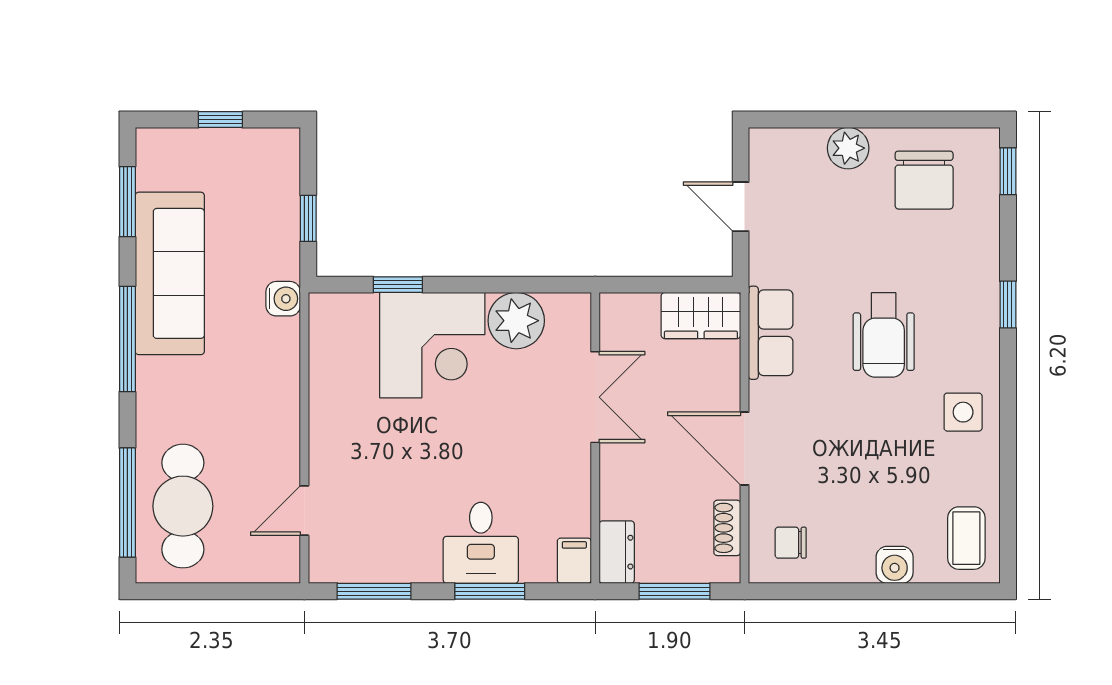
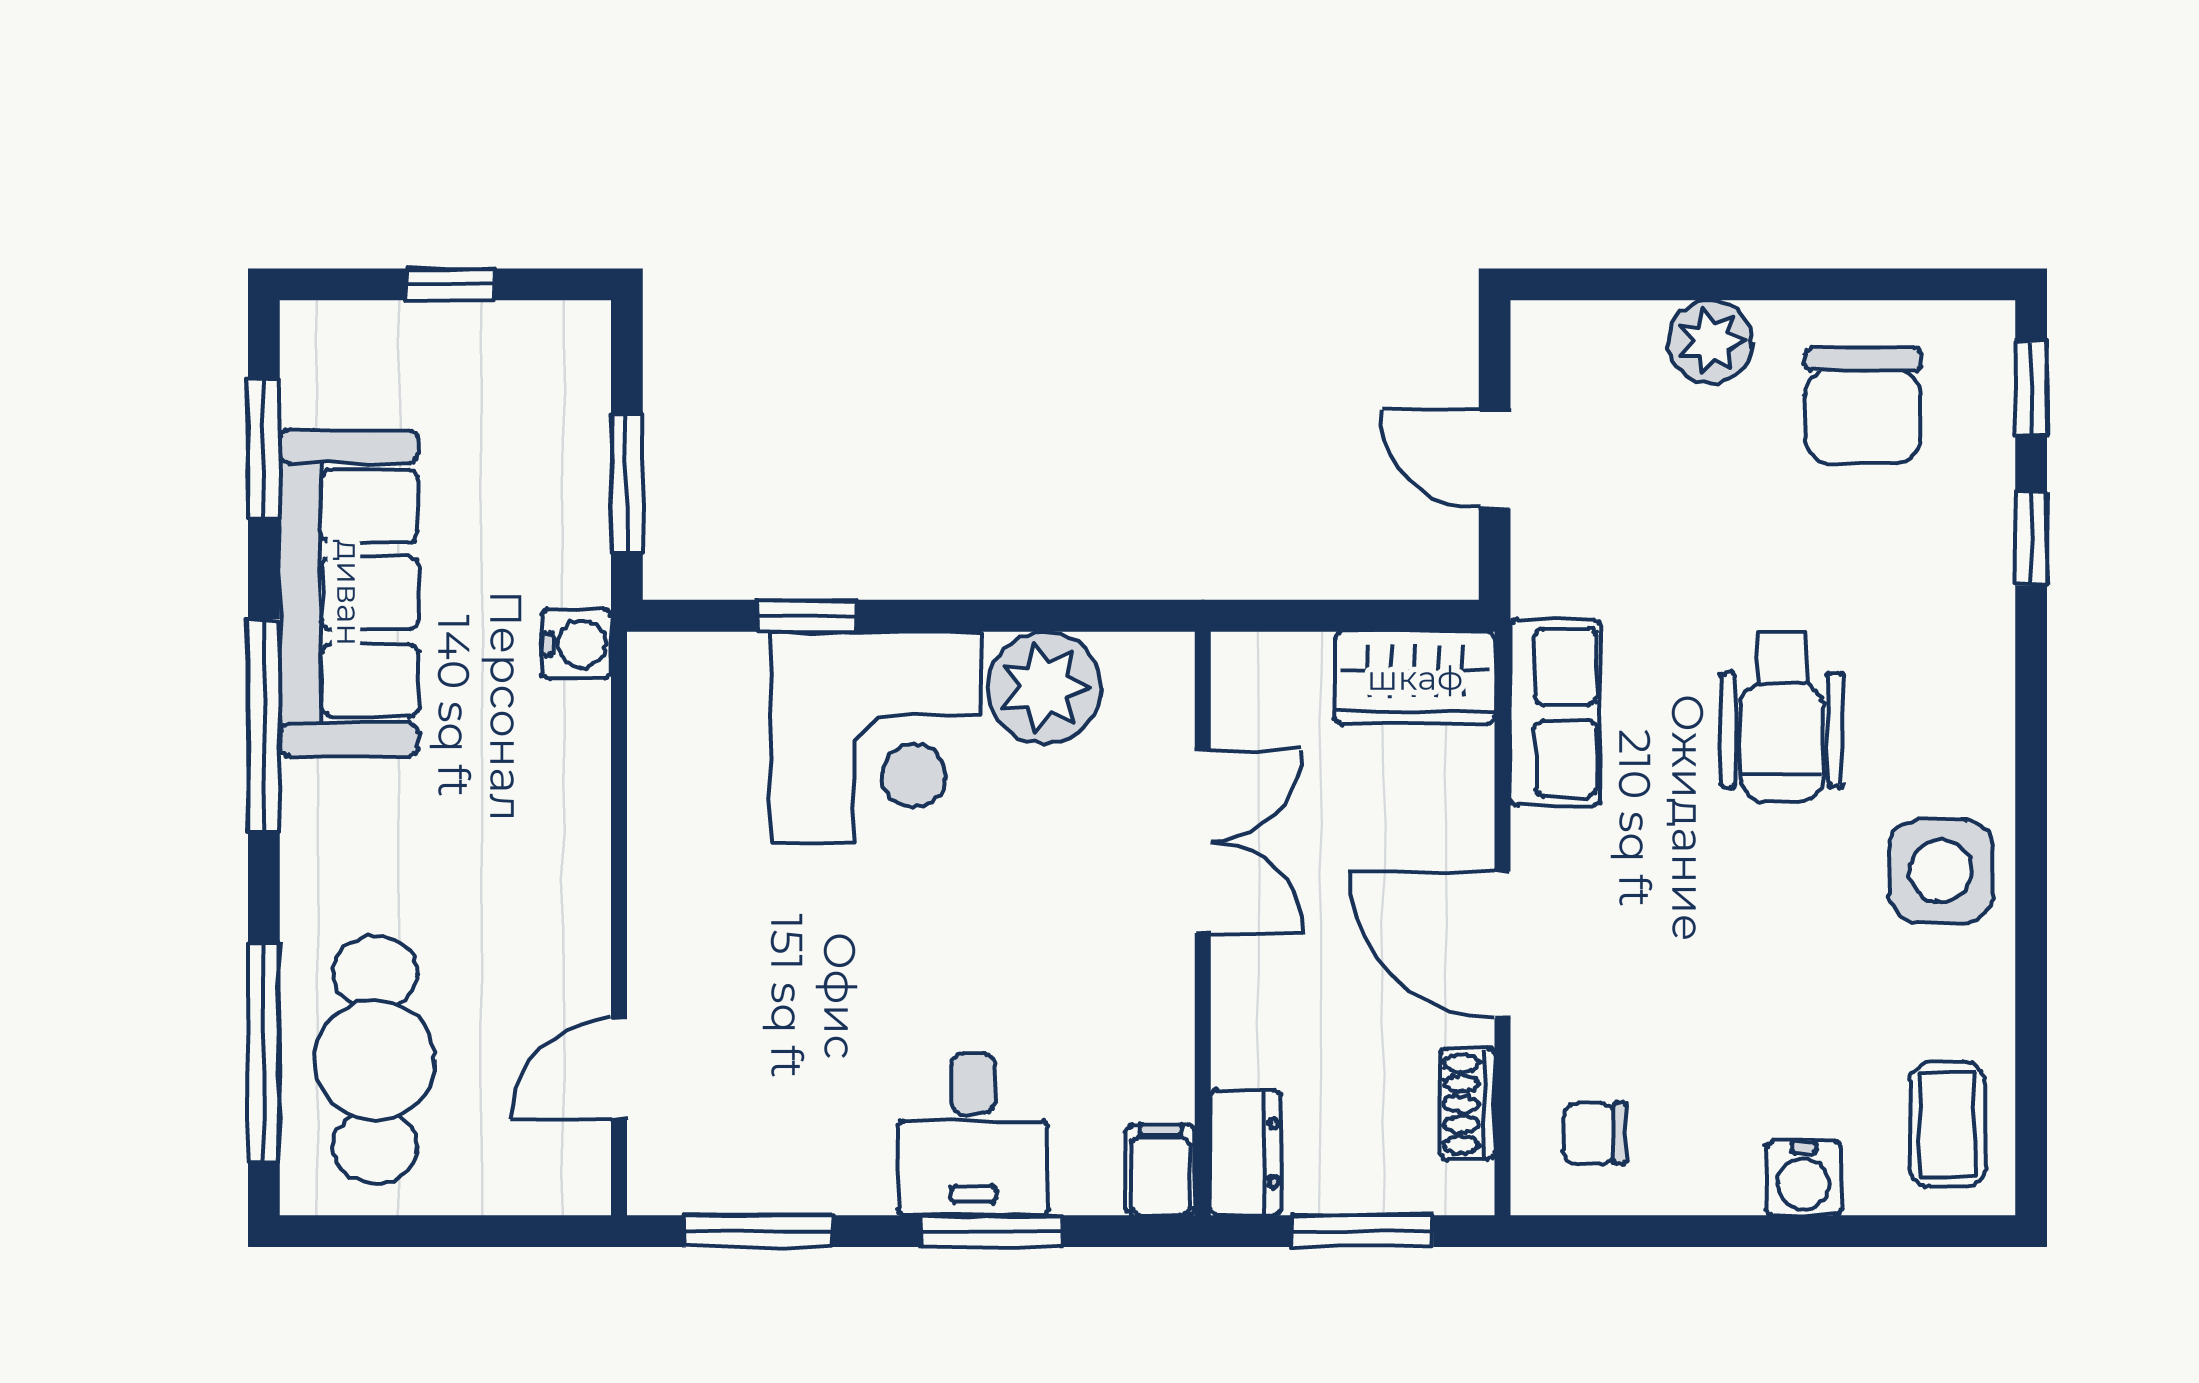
window: (308, 218) -> (627, 483), width x1.50
window: (1008, 305) -> (2031, 538), moved
side table: (963, 412) -> (1941, 872), width x1.37, depth x1.37

